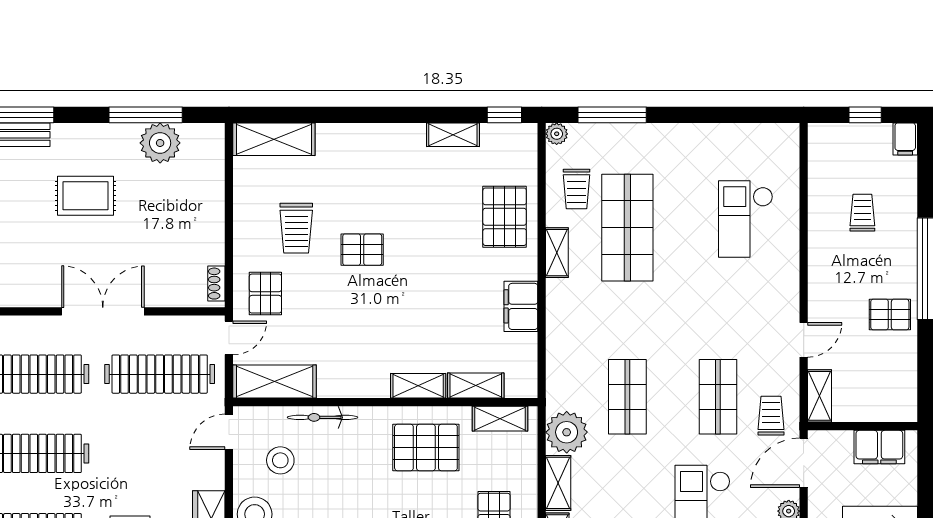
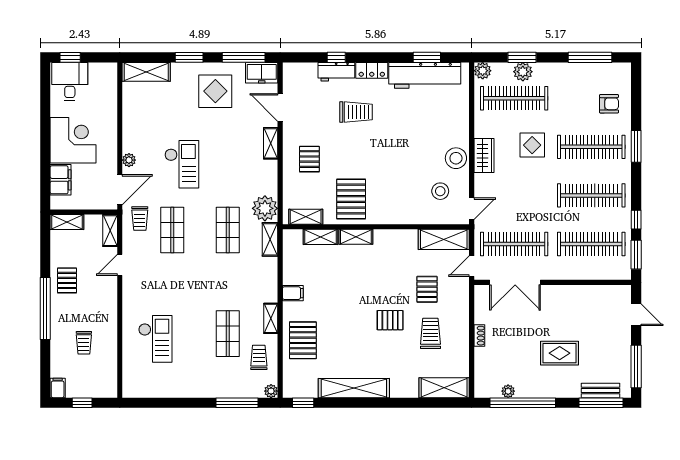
window: (146, 115) -> (523, 403), width x1.46
shelving: (453, 135) -> (354, 388), width x2.20, depth x1.33
plant: (160, 143) -> (508, 391), width x0.53, depth x0.53
shop shelf: (627, 228) -> (228, 334), width x0.70, depth x0.74
shoe rack: (216, 284) -> (479, 336), moved
pallet: (265, 294) -> (427, 289), moved
filing cabinet: (521, 306) -> (293, 293), width x0.50
double door: (103, 311) -> (515, 282), moved
pallet: (890, 315) -> (67, 280), turned 90
shelving: (890, 410) -> (67, 222), added
bicycle: (323, 417) -> (414, 217), removed
pallet: (426, 447) -> (351, 199), turned 90
filing cabinet: (879, 447) -> (61, 180), moved, turned 90
shelving: (558, 483) -> (270, 239), moved

